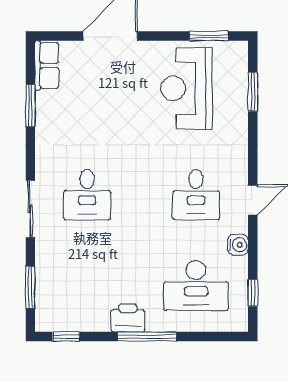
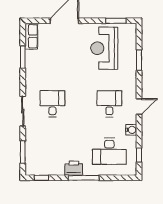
window: (253, 92) -> (139, 60), moved
desk: (87, 195) -> (52, 104), turned 180
desk: (196, 195) -> (109, 104), turned 180

